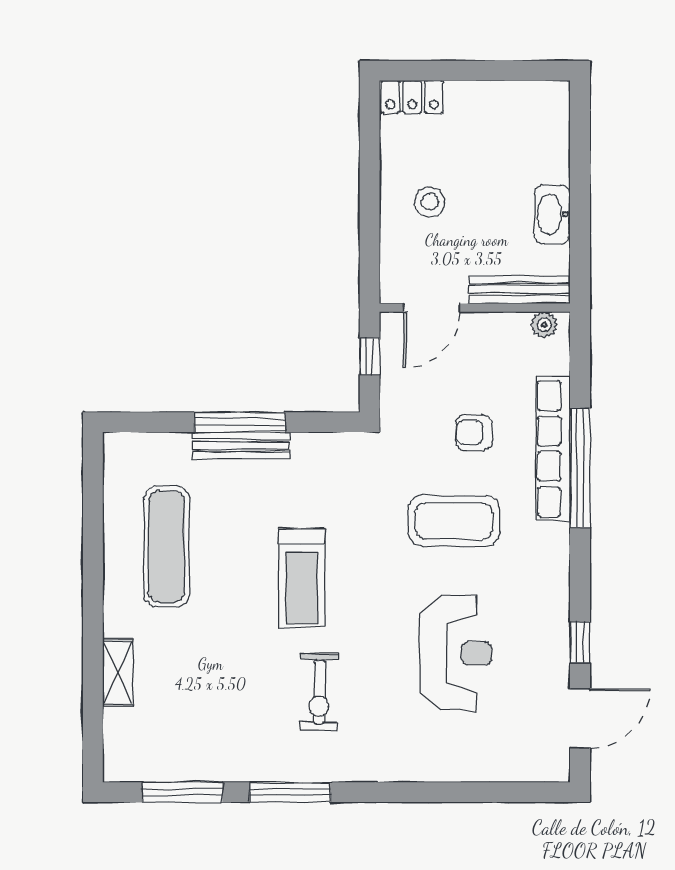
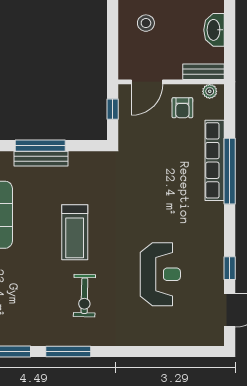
bench: (520, 290) -> (204, 72), width x0.73
armchair: (474, 433) -> (182, 108), moved, turned -90
coffee table: (454, 521) -> (159, 200), removed

